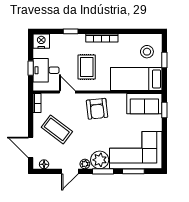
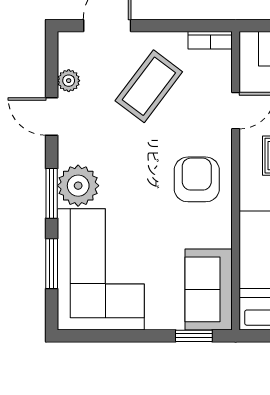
armchair: (97, 109) -> (197, 179), turned 96
floor lamp: (44, 164) -> (68, 57), removed
plant: (85, 164) -> (69, 81), moved

